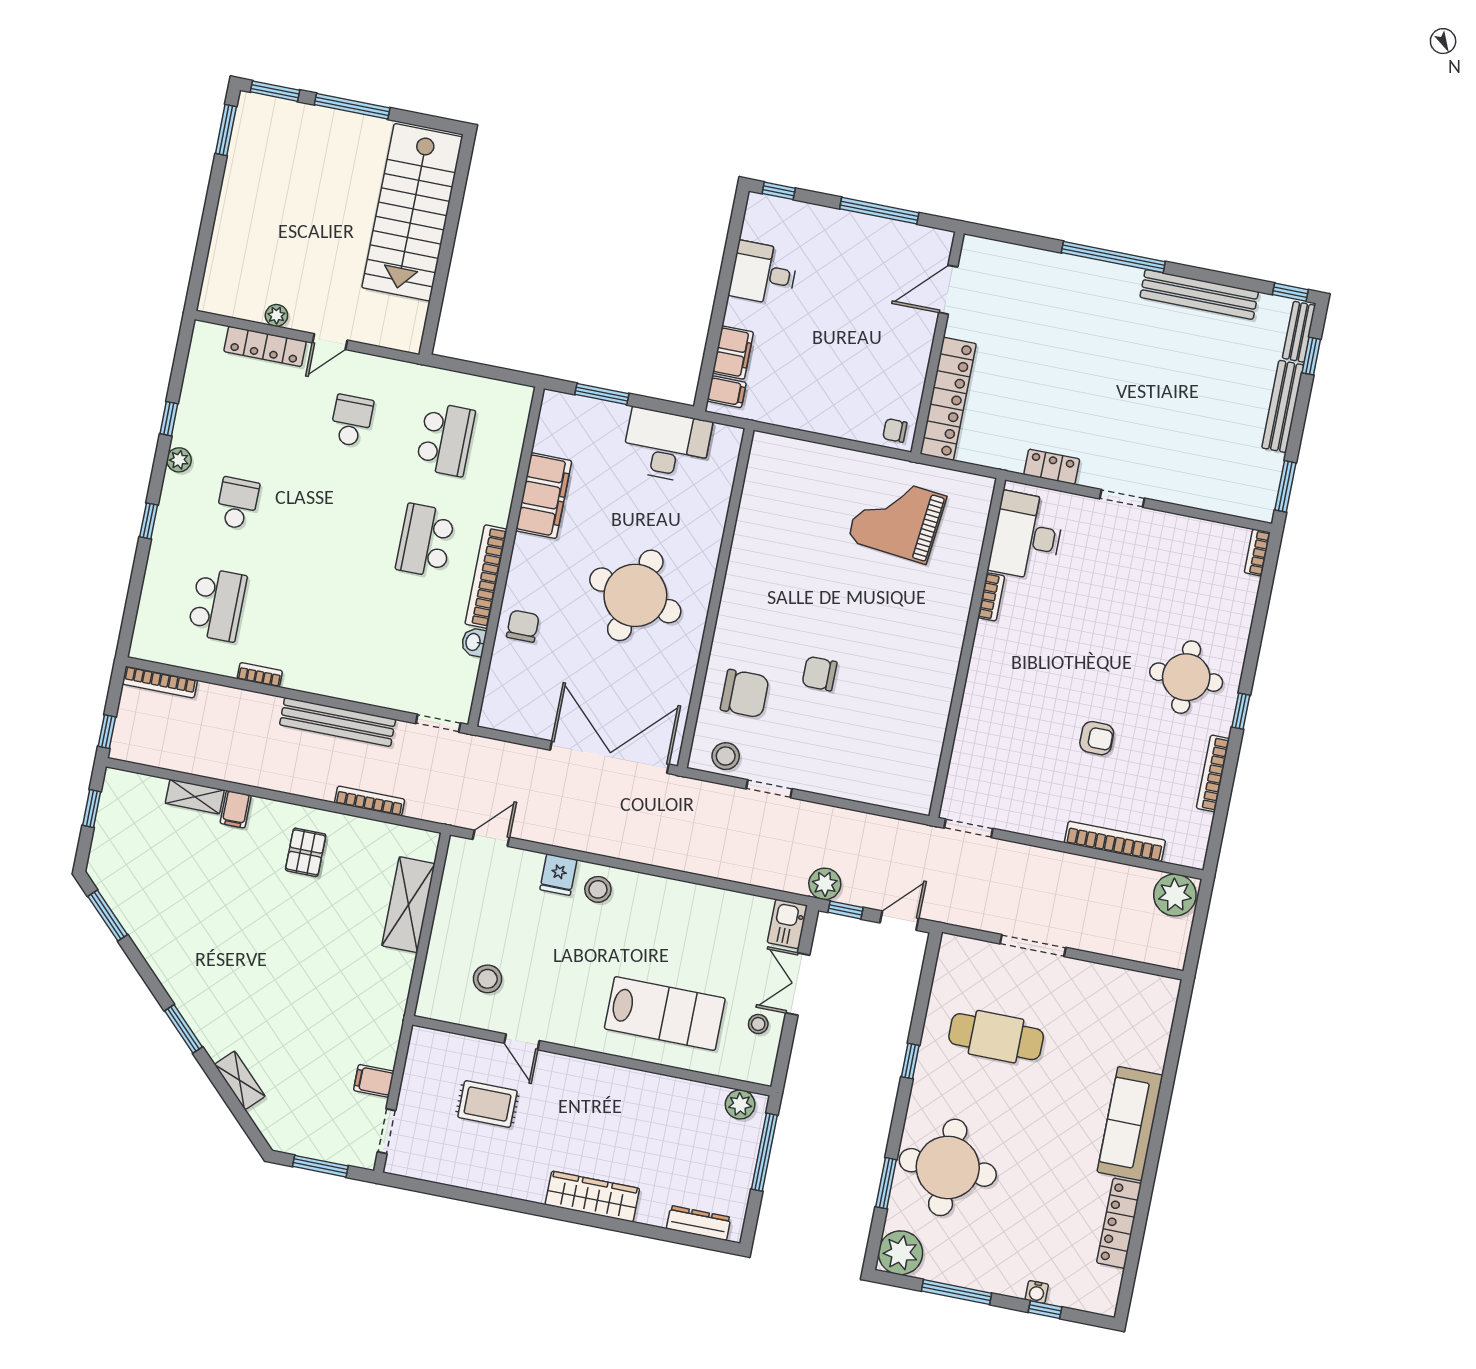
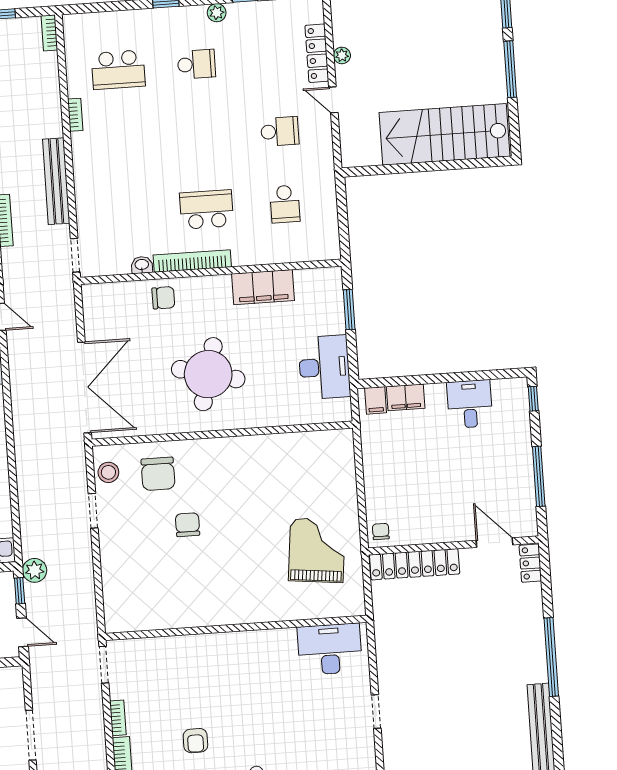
school desk: (445, 439) -> (285, 204), width x0.54
locker: (1052, 467) -> (530, 563), moved, turned 180
bookcase: (991, 597) -> (118, 718), moved, turned -90
bookcase: (160, 682) -> (49, 33), width x0.64

